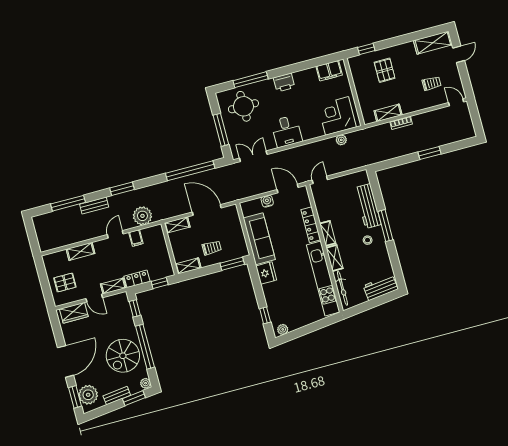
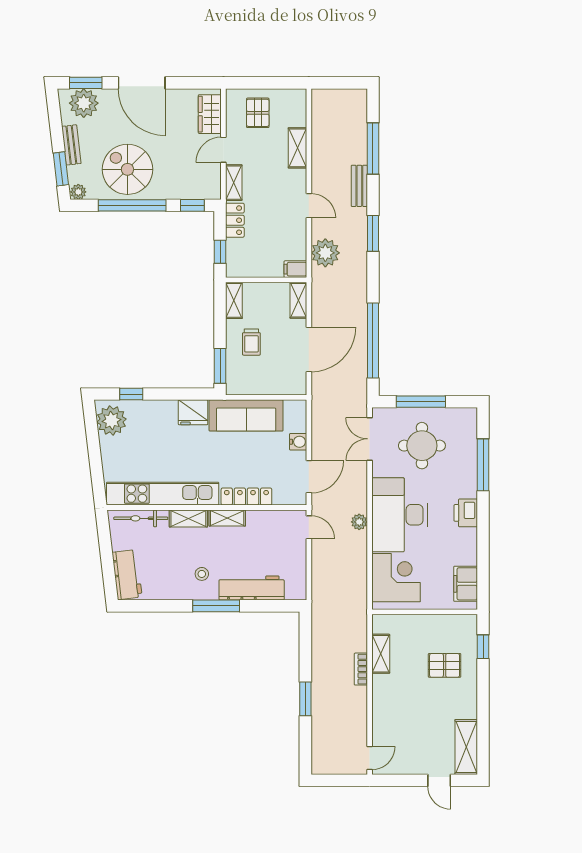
trolley: (432, 83) -> (407, 729), removed
round table: (243, 106) -> (422, 446), moved
desk: (287, 131) -> (400, 515), width x1.87, depth x1.30
plant: (341, 140) -> (359, 522), moved
double door: (253, 156) -> (370, 439), swing flipped
filing cabinet: (136, 238) -> (295, 269), moved
plant: (283, 329) -> (111, 421), width x1.87, depth x1.87

